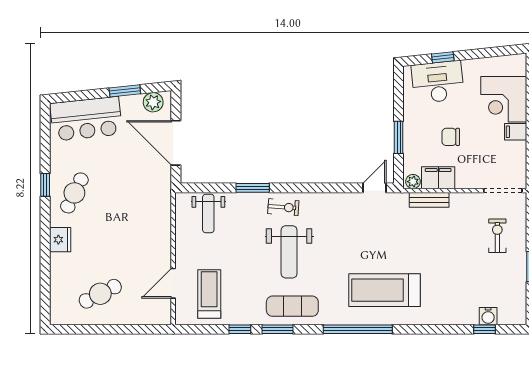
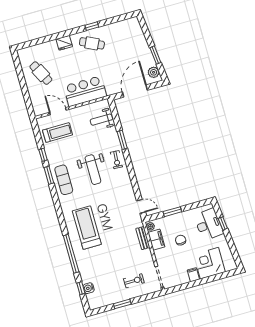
bar counter: (86, 119) -> (85, 91), moved, turned 96
weight bench: (289, 252) -> (93, 170), turned -90
window: (358, 329) -> (71, 254), moved

